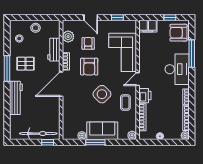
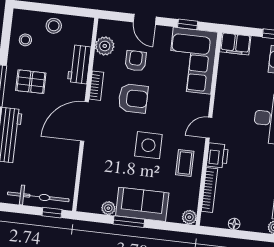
corner sofa: (123, 52) -> (192, 61), moved
armchair: (89, 67) -> (133, 98), turned -90
side table: (102, 94) -> (148, 145), turned 45

